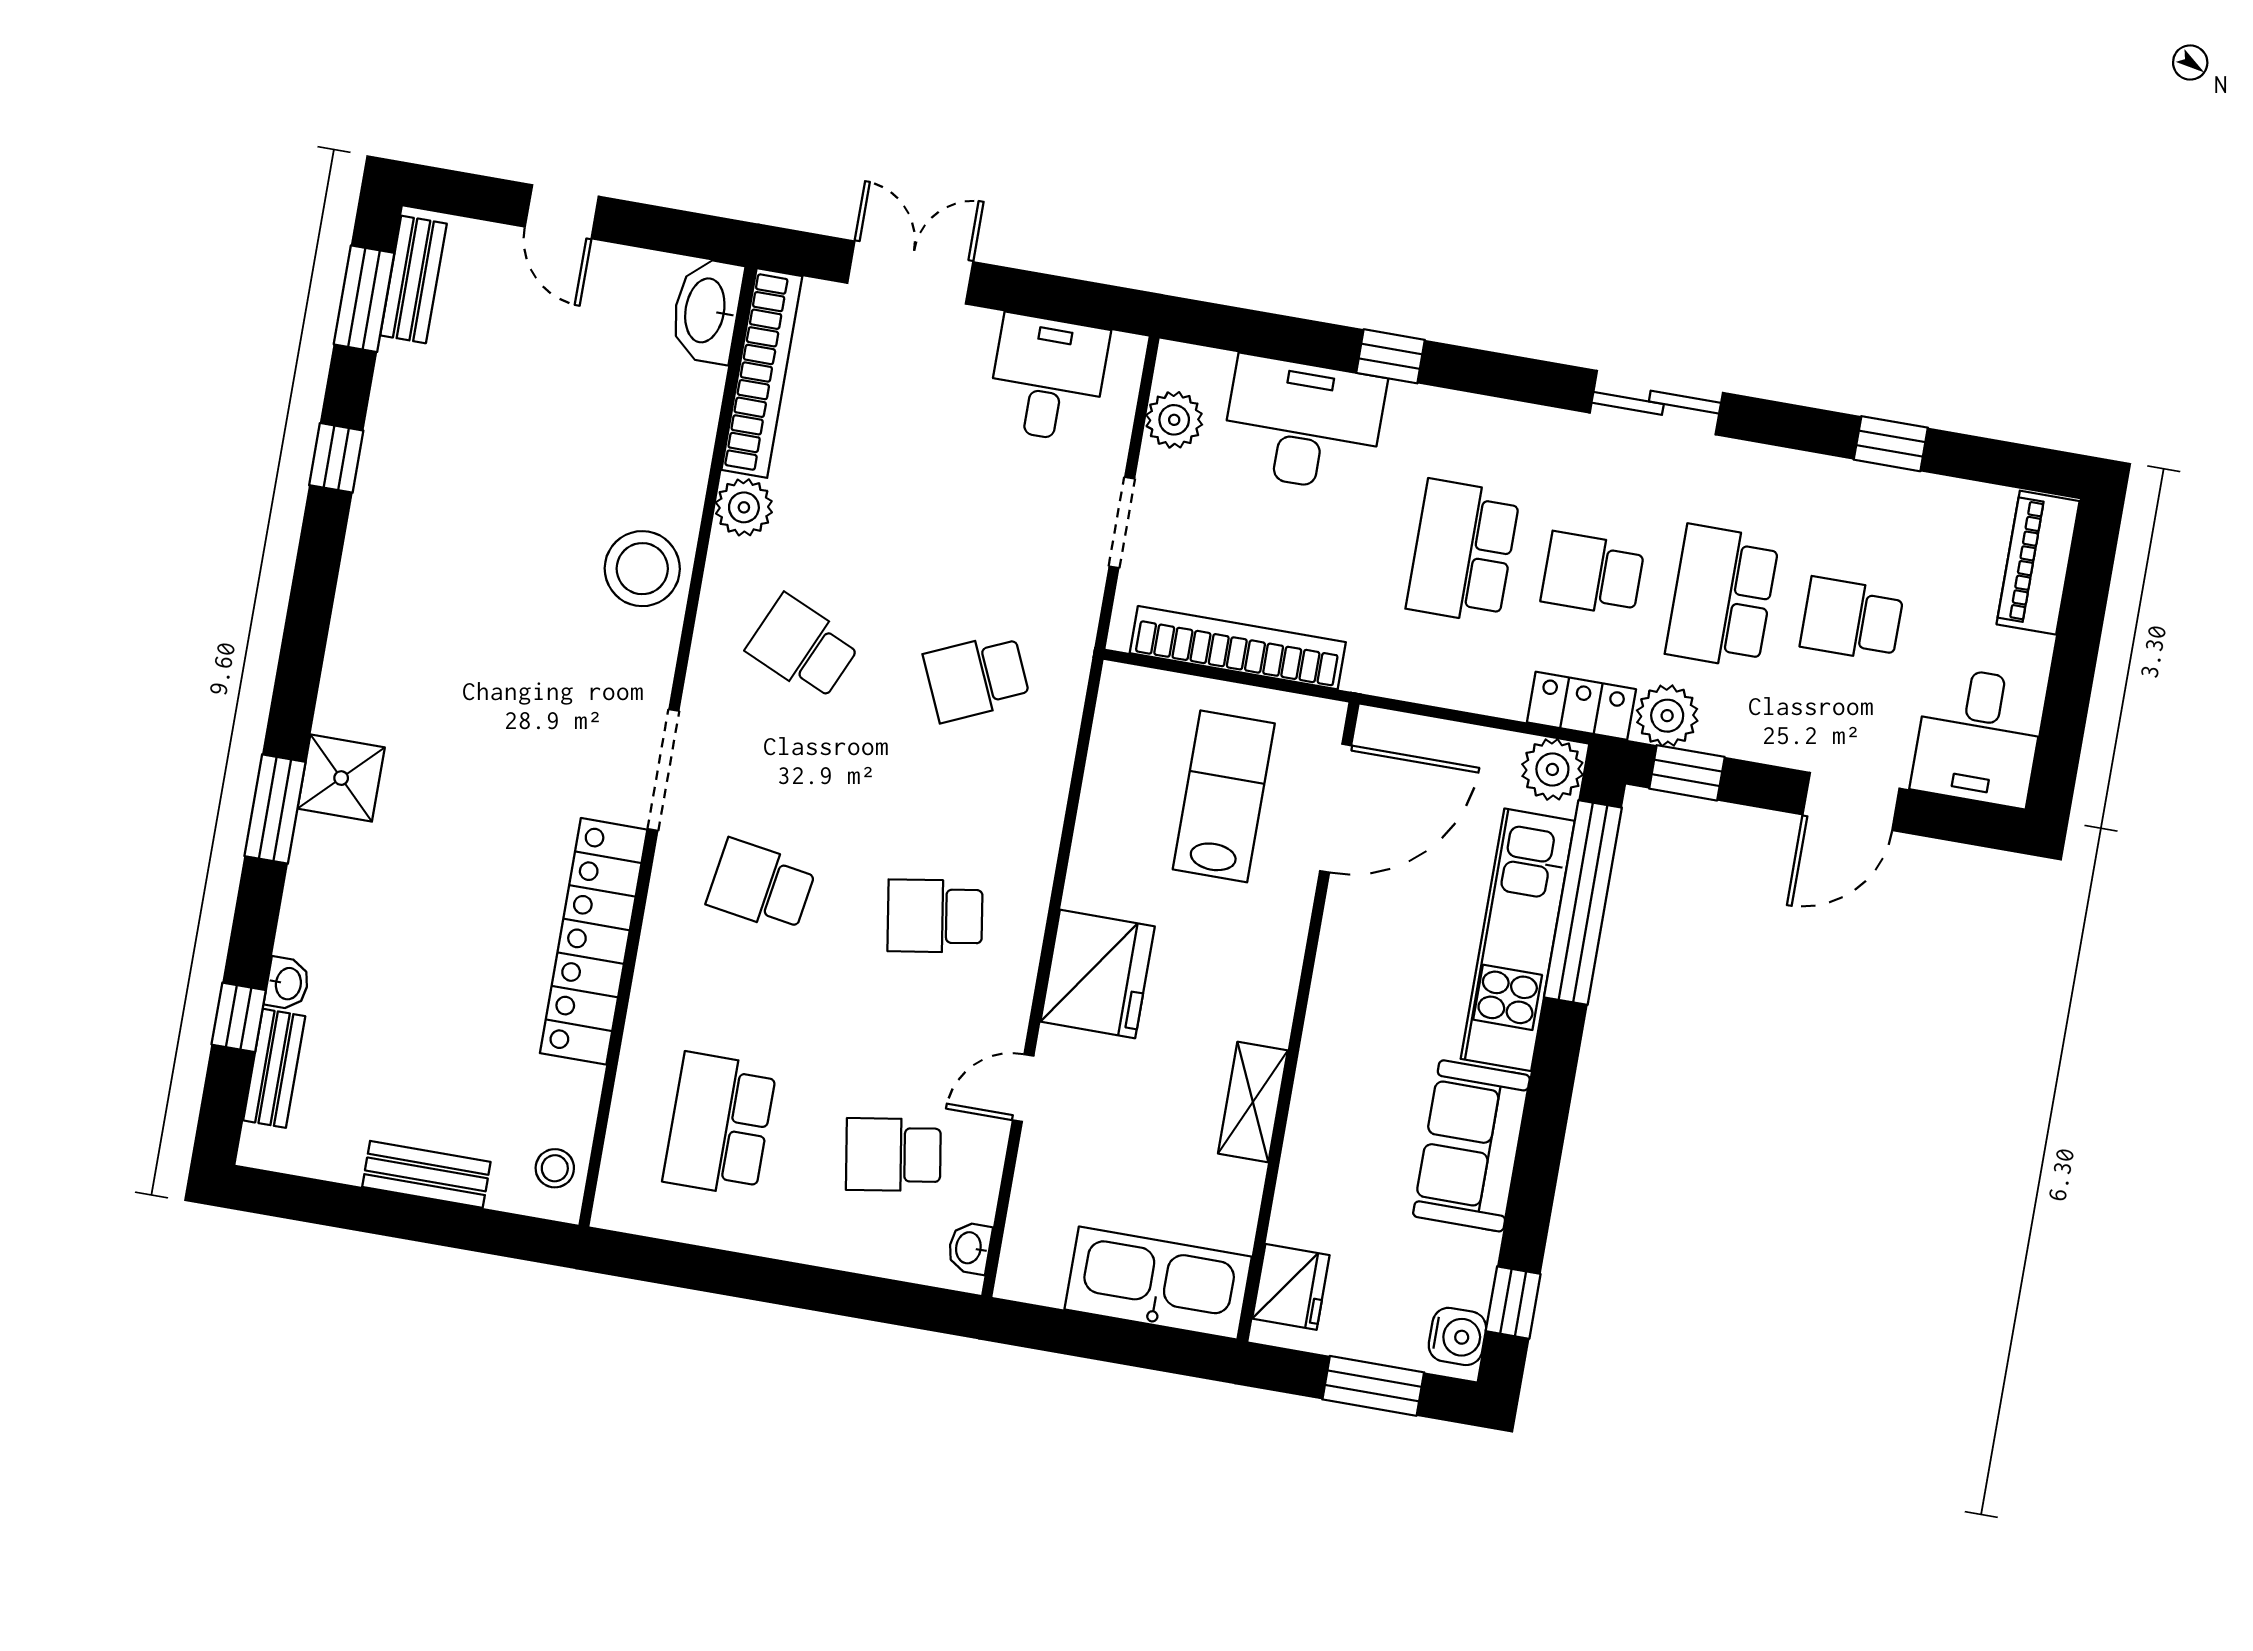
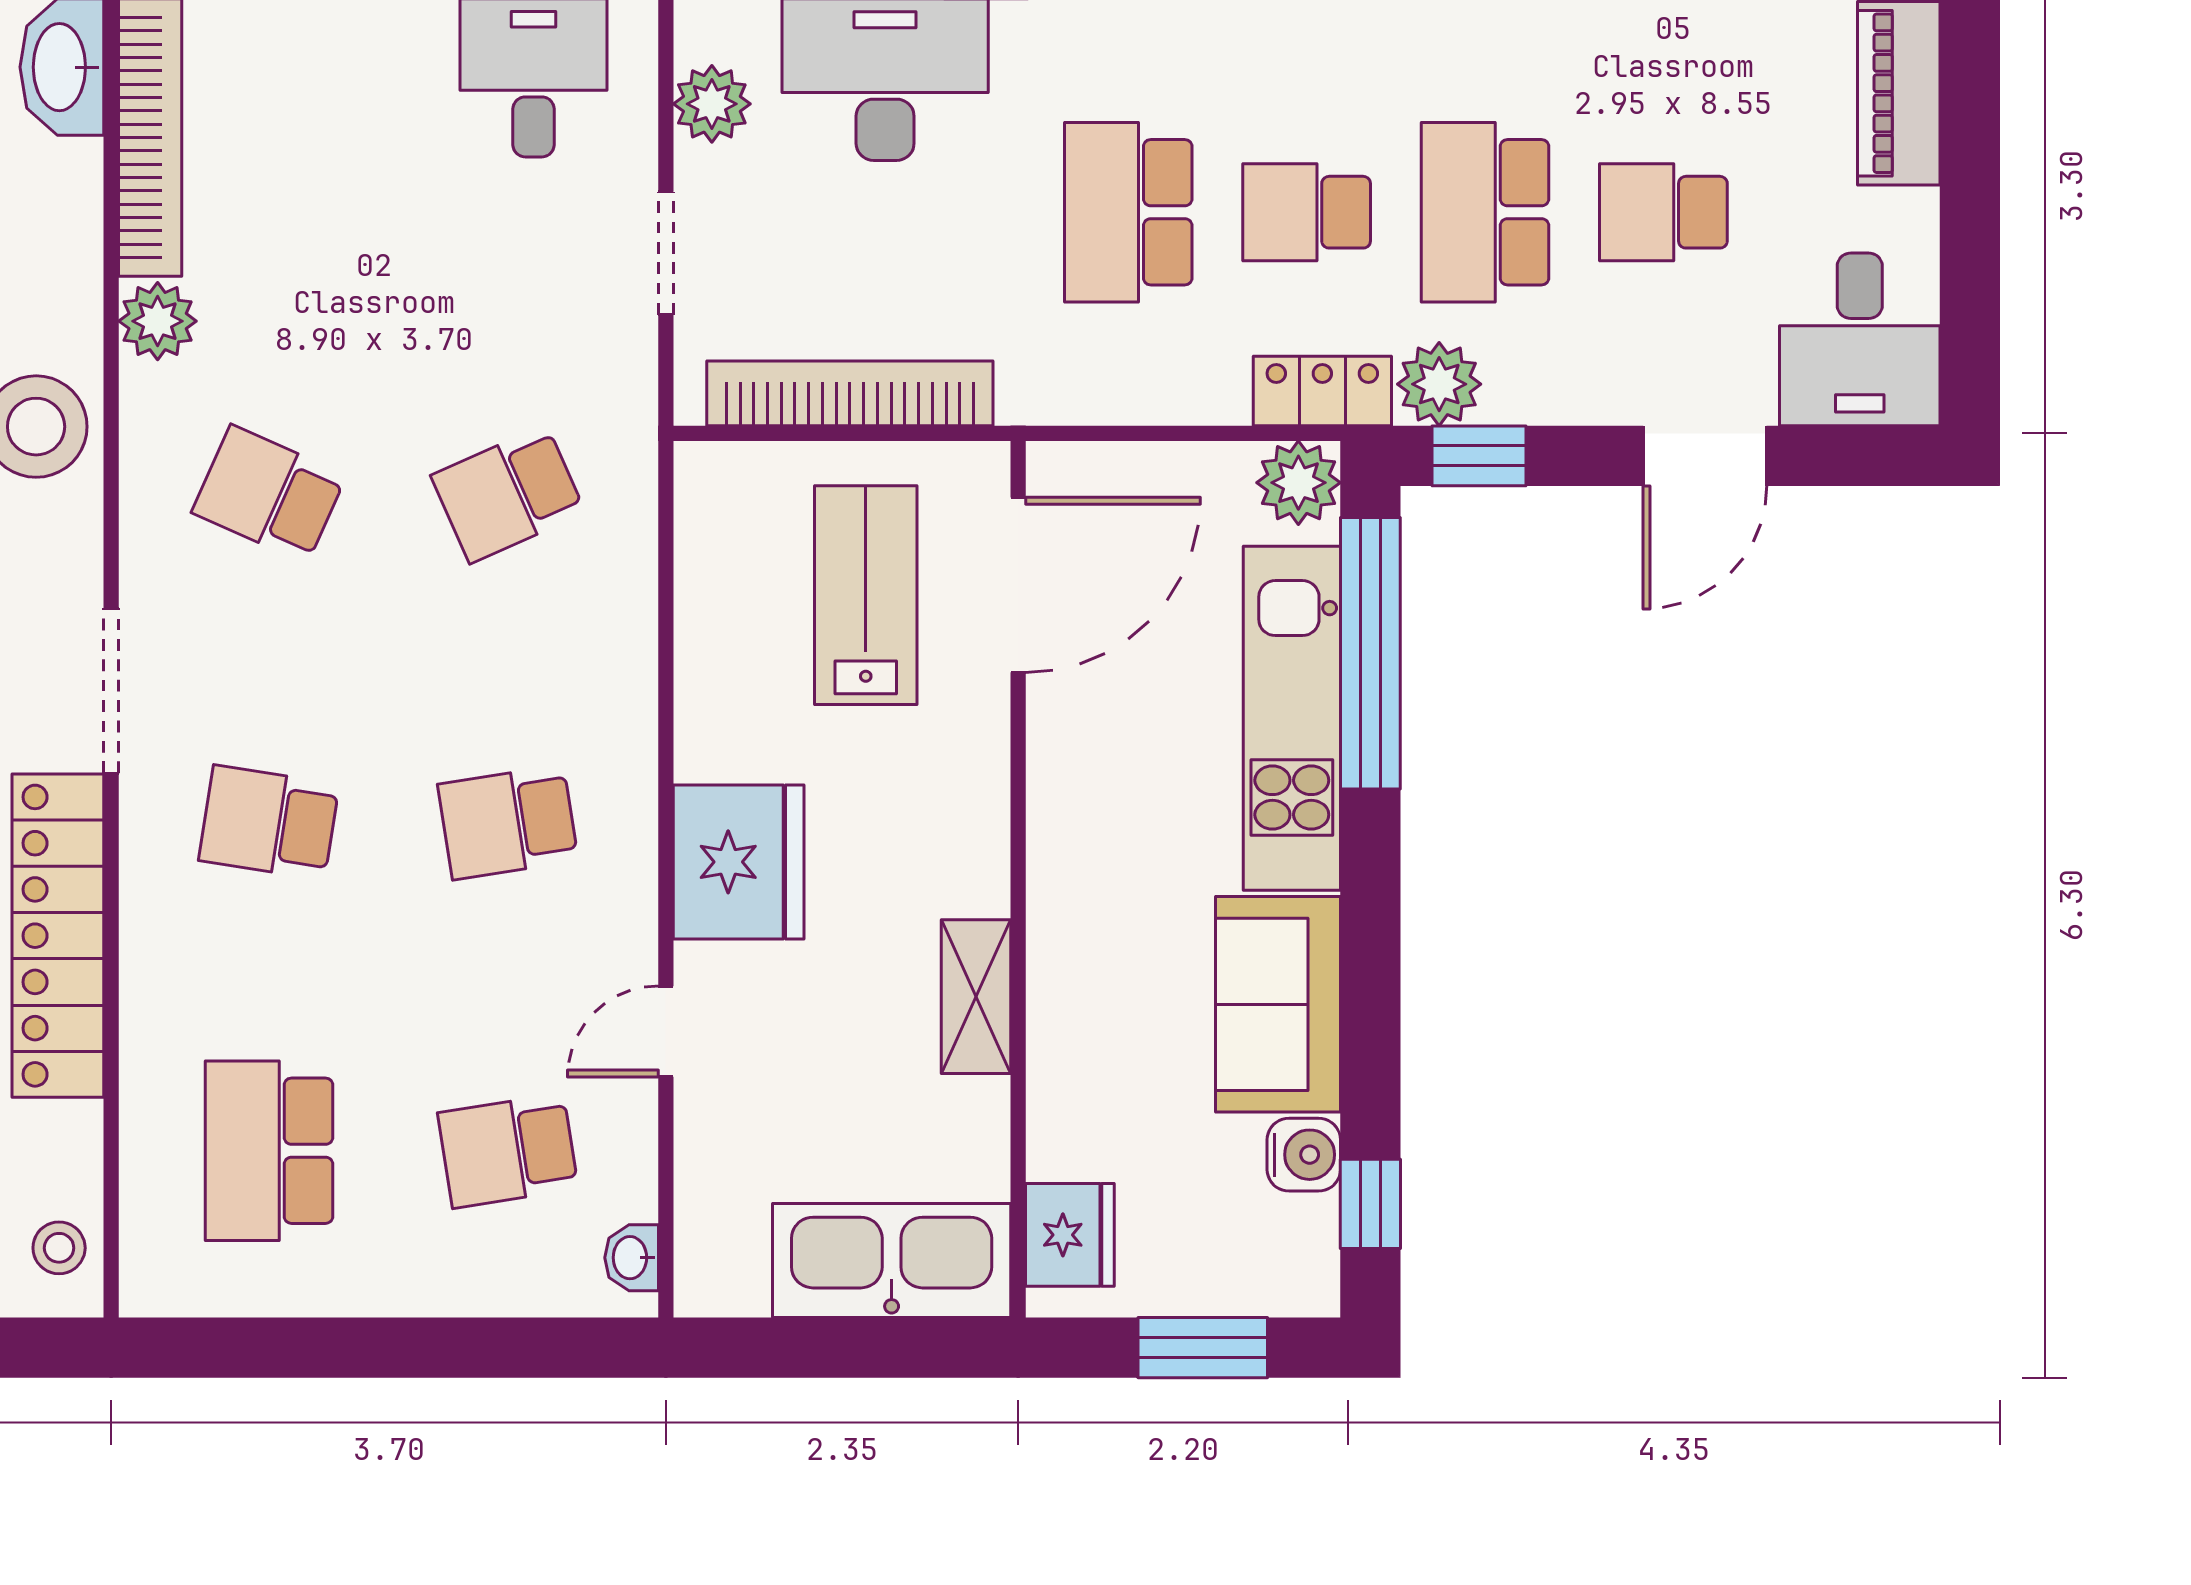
water cooler: (1457, 1336) -> (1304, 1155), moved

